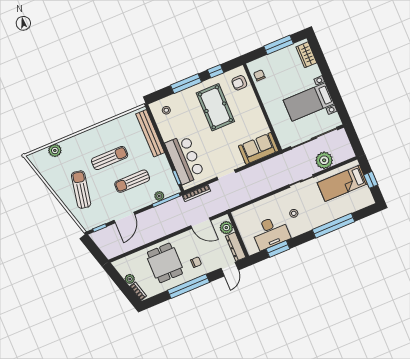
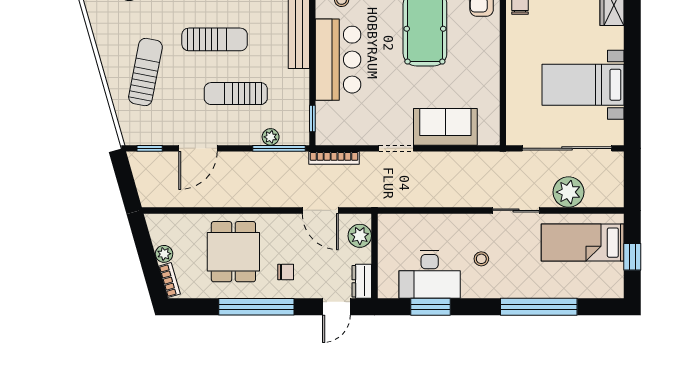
sofa: (259, 148) -> (445, 127), moved
bar counter: (185, 159) -> (338, 60), moved
dresser: (236, 247) -> (362, 281), width x0.70

